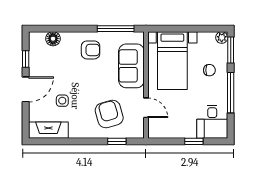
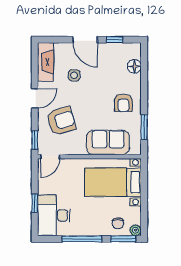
window: (116, 29) -> (144, 127), width x0.69
chair: (209, 70) -> (118, 223), moved
door: (146, 108) -> (50, 157), moved
desk: (212, 122) -> (54, 215), width x1.37
door: (86, 141) -> (35, 98), added
window: (117, 141) -> (35, 140), moved

